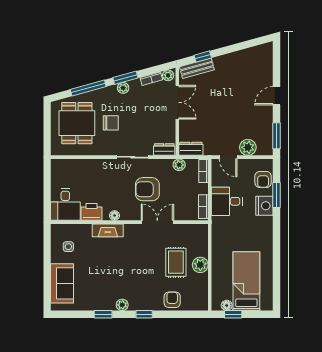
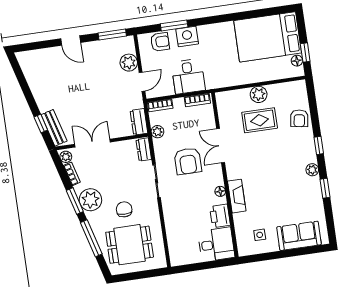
plant: (123, 88) -> (90, 200), width x1.88, depth x1.88
bed: (246, 281) -> (268, 37), width x1.50
armchair: (172, 300) -> (299, 118), turned -81

